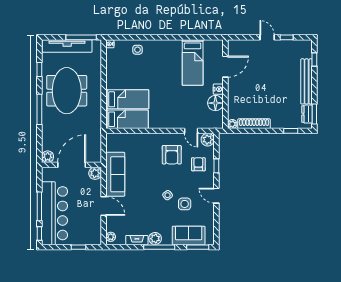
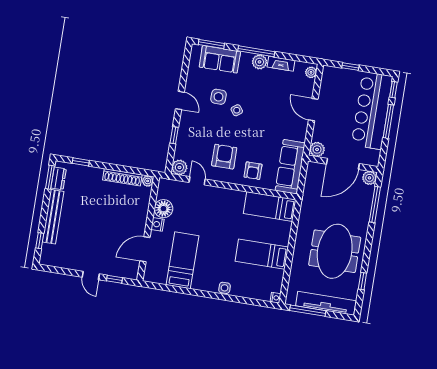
window: (287, 37) -> (114, 279), moved
side table: (137, 50) -> (225, 288), moved
bed: (127, 99) -> (262, 254), moved
window: (39, 109) -> (375, 205), moved
armchair: (198, 164) -> (253, 171), moved
sofa: (115, 174) -> (290, 167), moved

